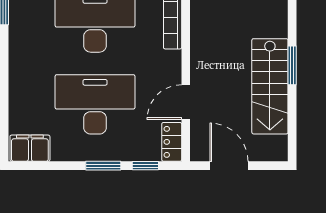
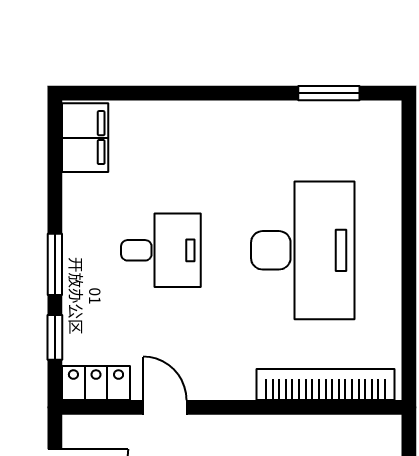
door: (186, 102) -> (165, 407), width x0.73
desk: (95, 104) -> (161, 250), width x0.53, depth x0.77

